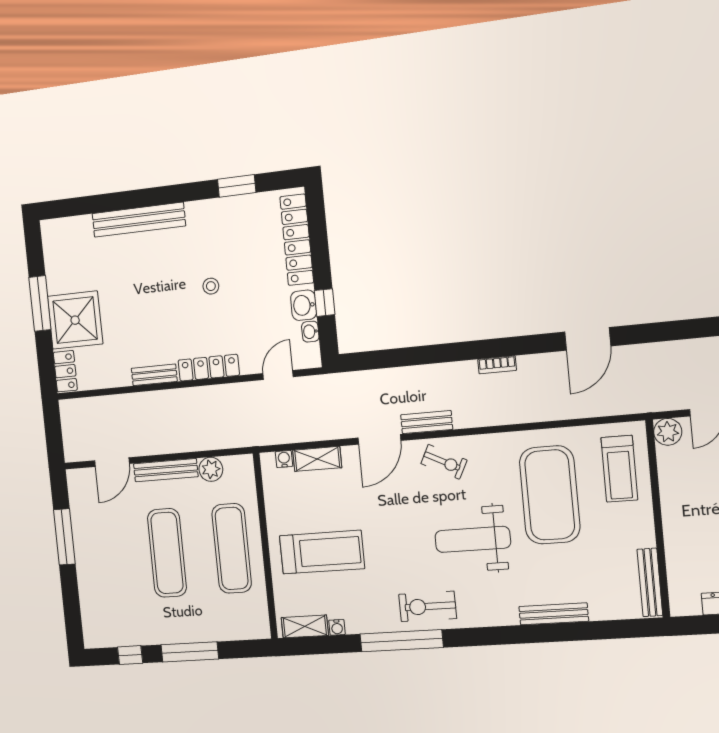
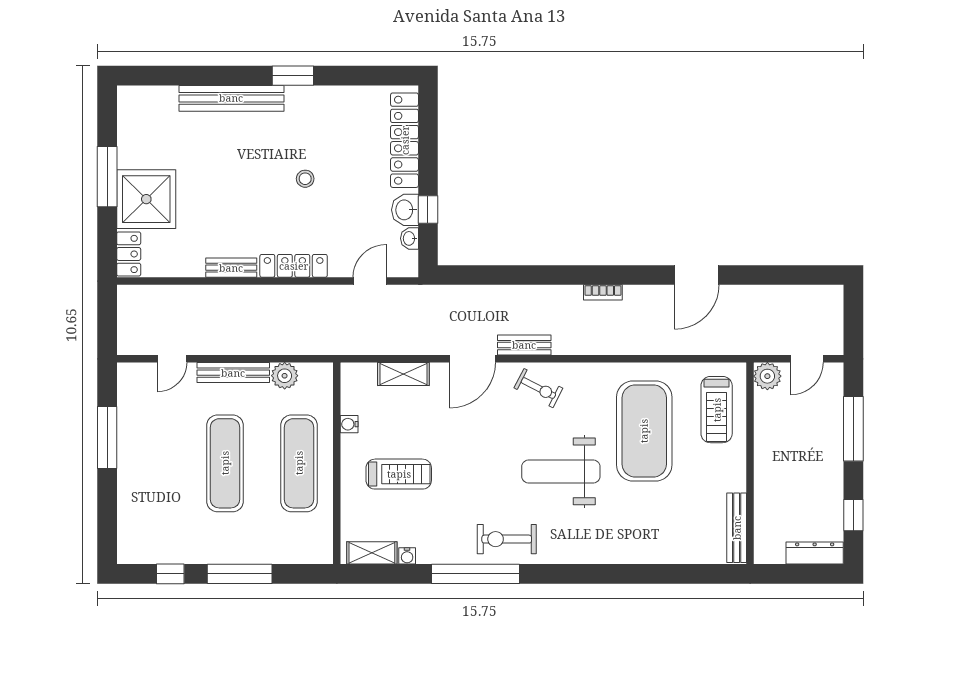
window: (237, 186) -> (293, 76), moved
water cooler: (284, 459) -> (349, 424), moved, turned -90
door: (112, 462) -> (172, 359), width x0.73
treadmill: (322, 552) -> (399, 474), width x0.73, depth x0.73
bench: (554, 614) -> (637, 554), removed

